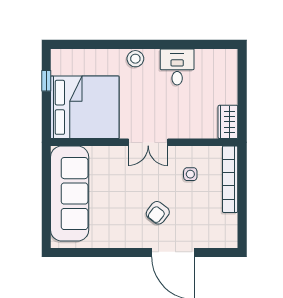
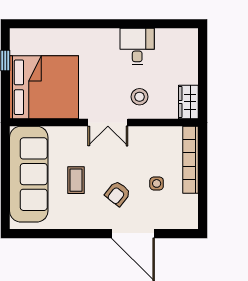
stool: (135, 59) -> (140, 97), moved
side table: (190, 174) -> (157, 183), moved
coffee table: (116, 199) -> (76, 180), added

